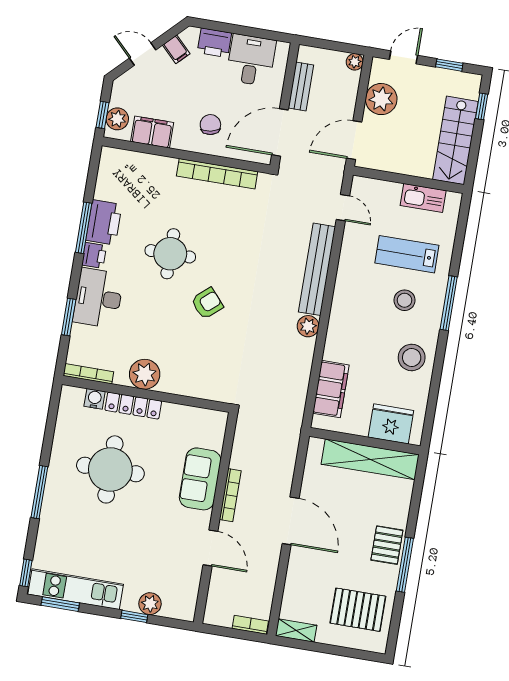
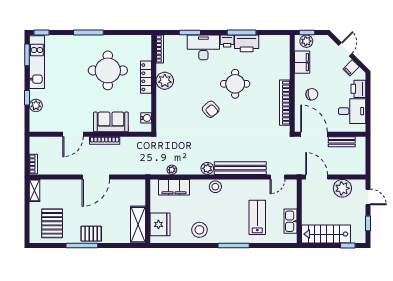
plant: (355, 62) -> (172, 170), moved
stool: (405, 300) -> (215, 187), moved
water cooler: (95, 399) -> (146, 118), moved
shelving: (370, 459) -> (138, 225), width x0.68

